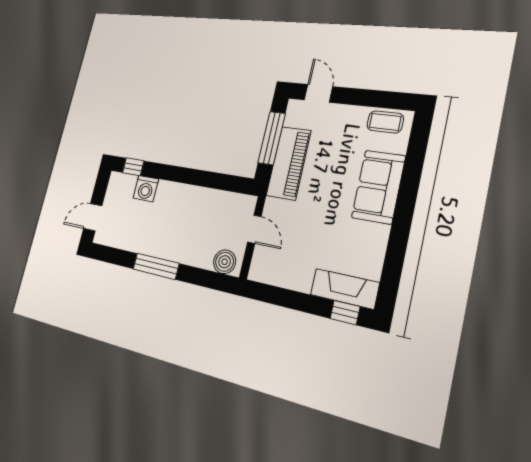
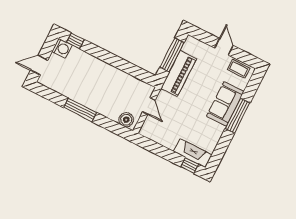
door: (318, 93) -> (224, 47), moved
washing machine: (146, 189) -> (62, 48), moved, turned -90
window: (406, 200) -> (238, 116), added

